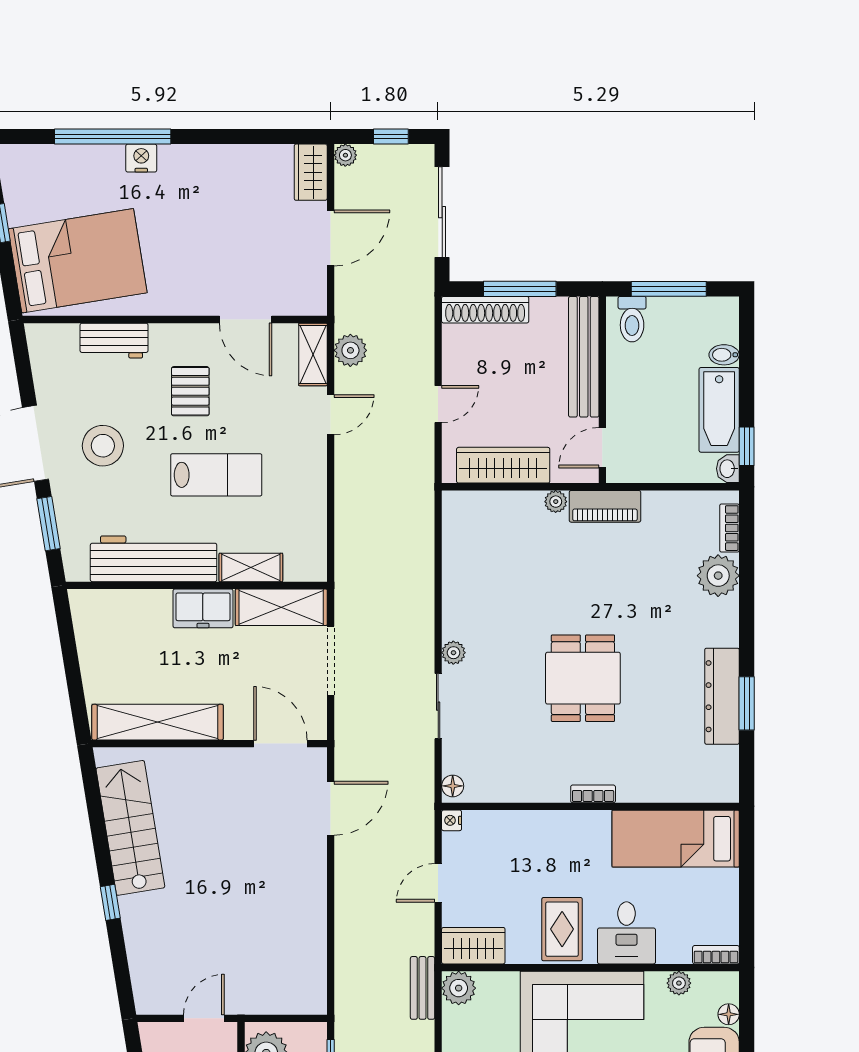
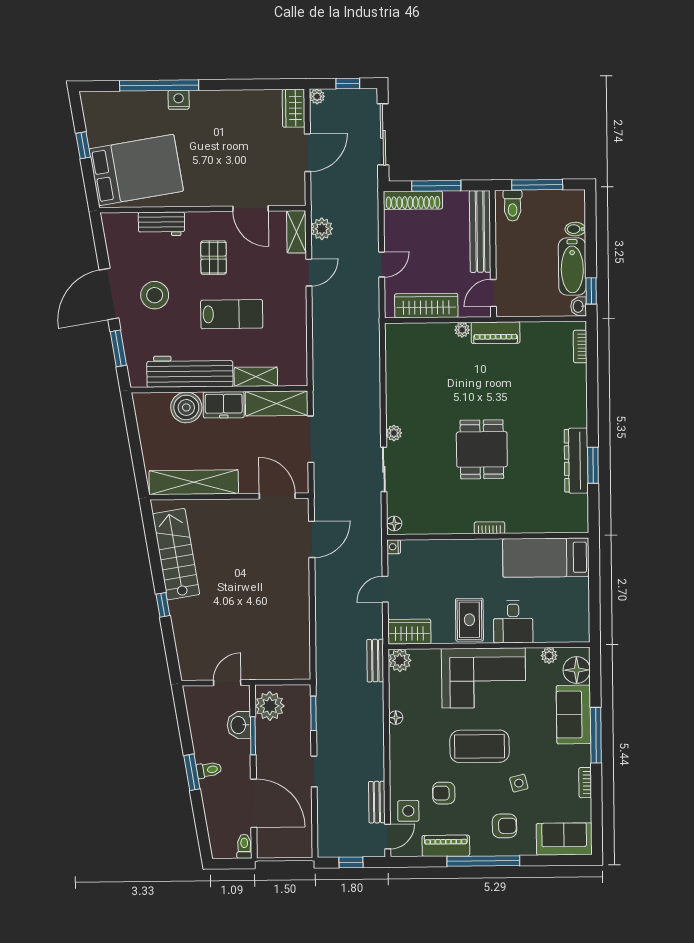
plant: (718, 576) -> (573, 379), removed
boiler: (148, 612) -> (186, 407), added
bookcase: (716, 955) -> (574, 636), removed
floor lamp: (729, 1014) -> (577, 670), width x1.89, depth x1.89

